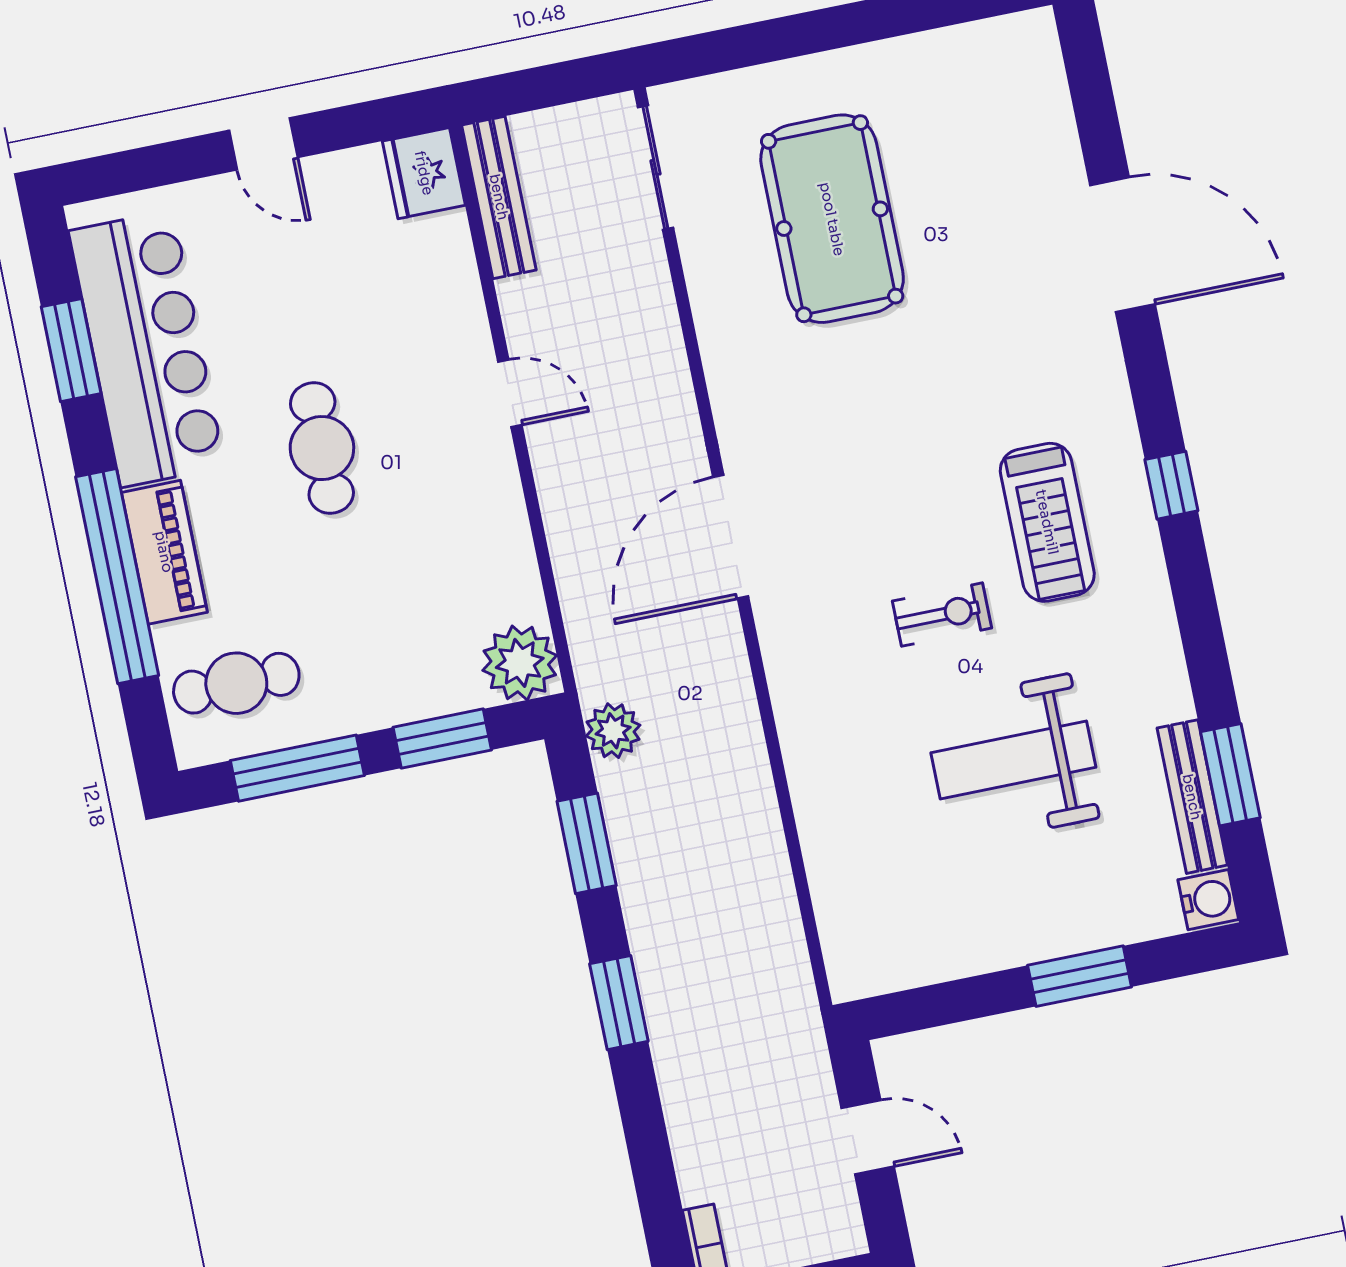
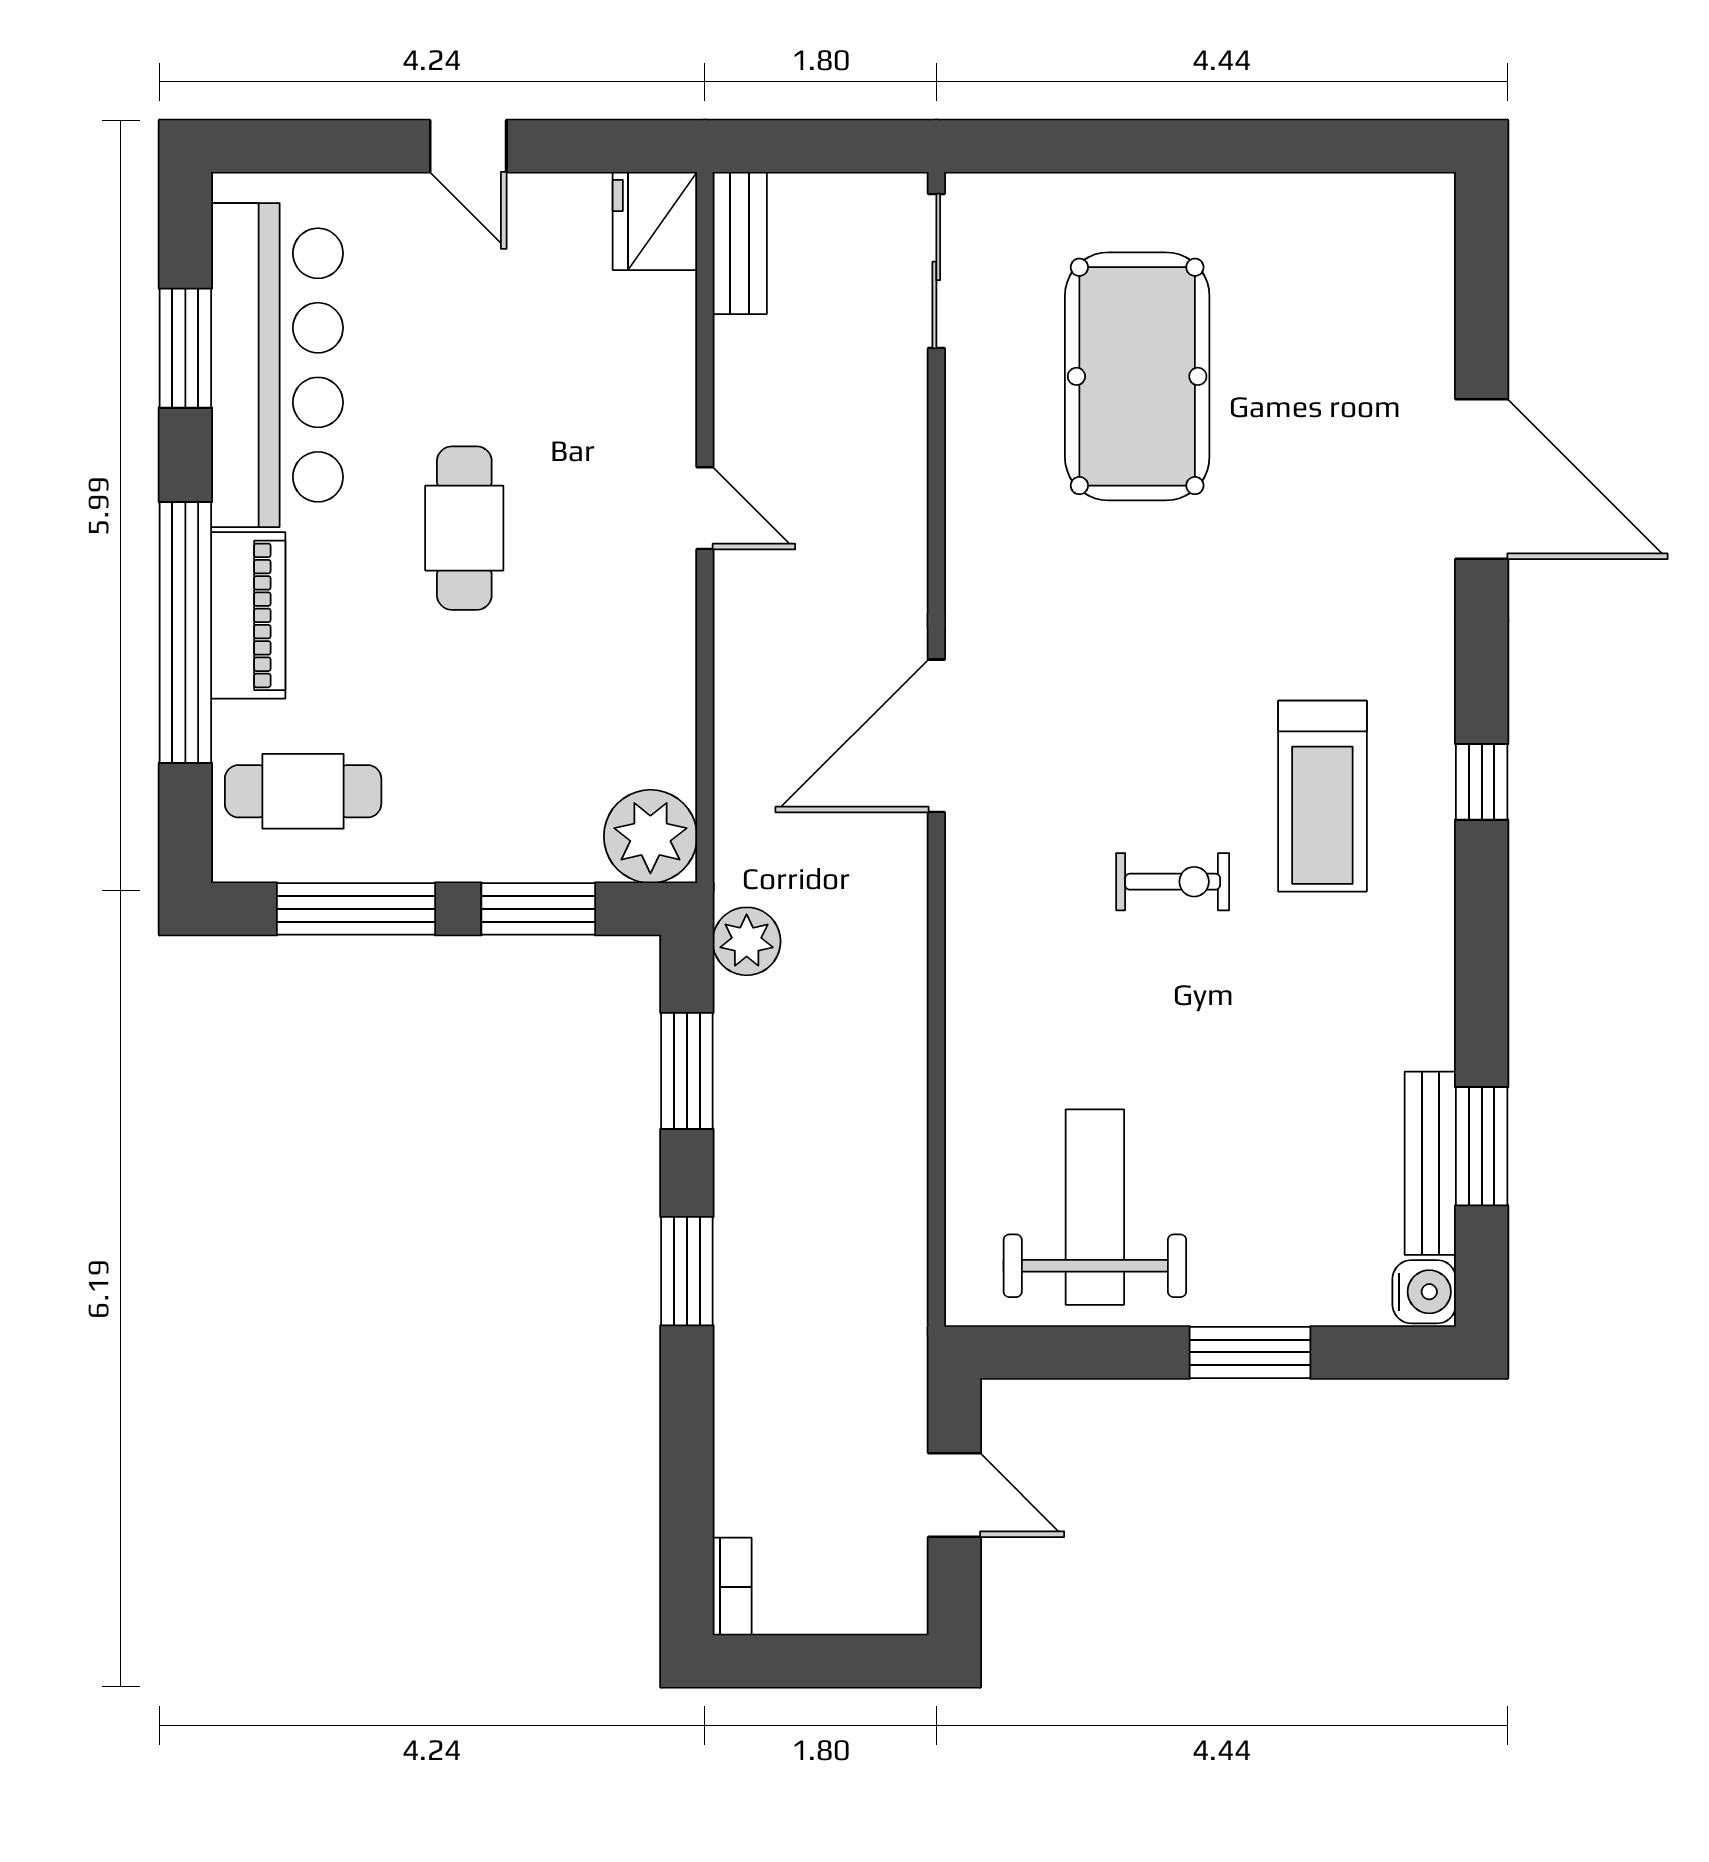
bench: (499, 197) -> (740, 243), width x0.73
weight bench: (1013, 760) -> (1095, 1207), moved, turned 90

